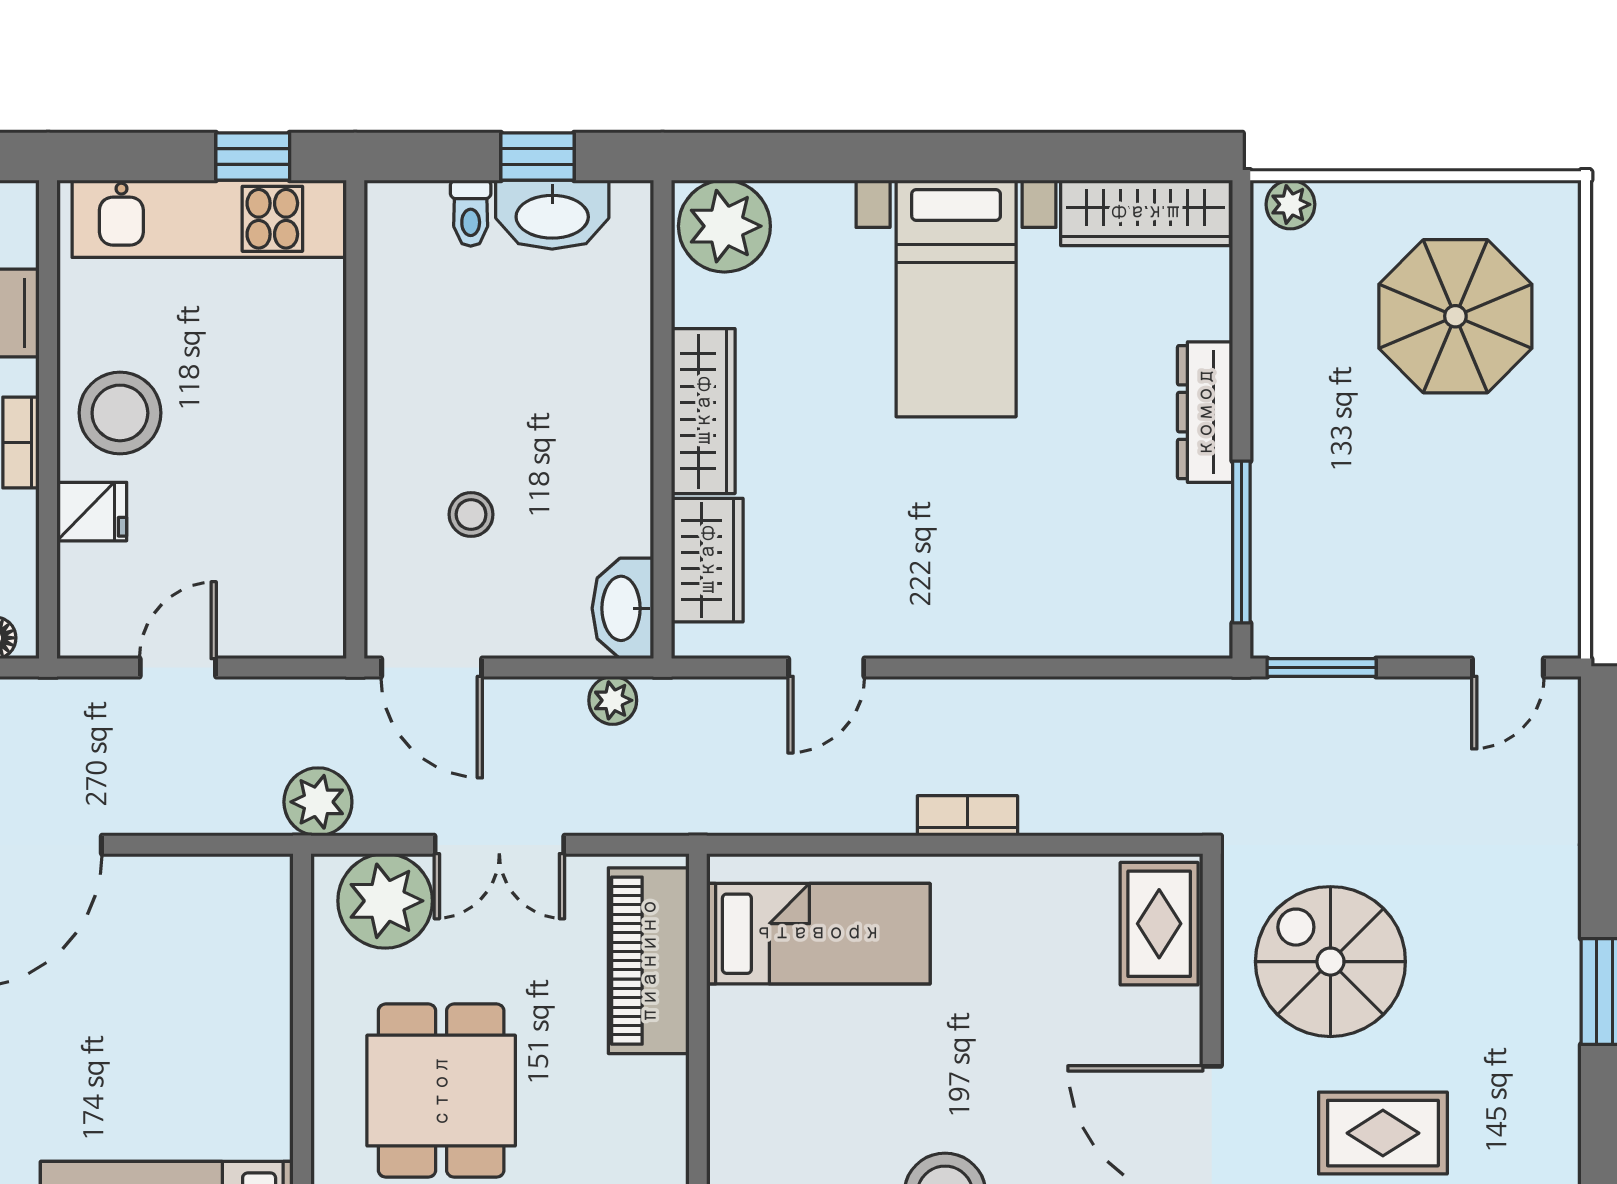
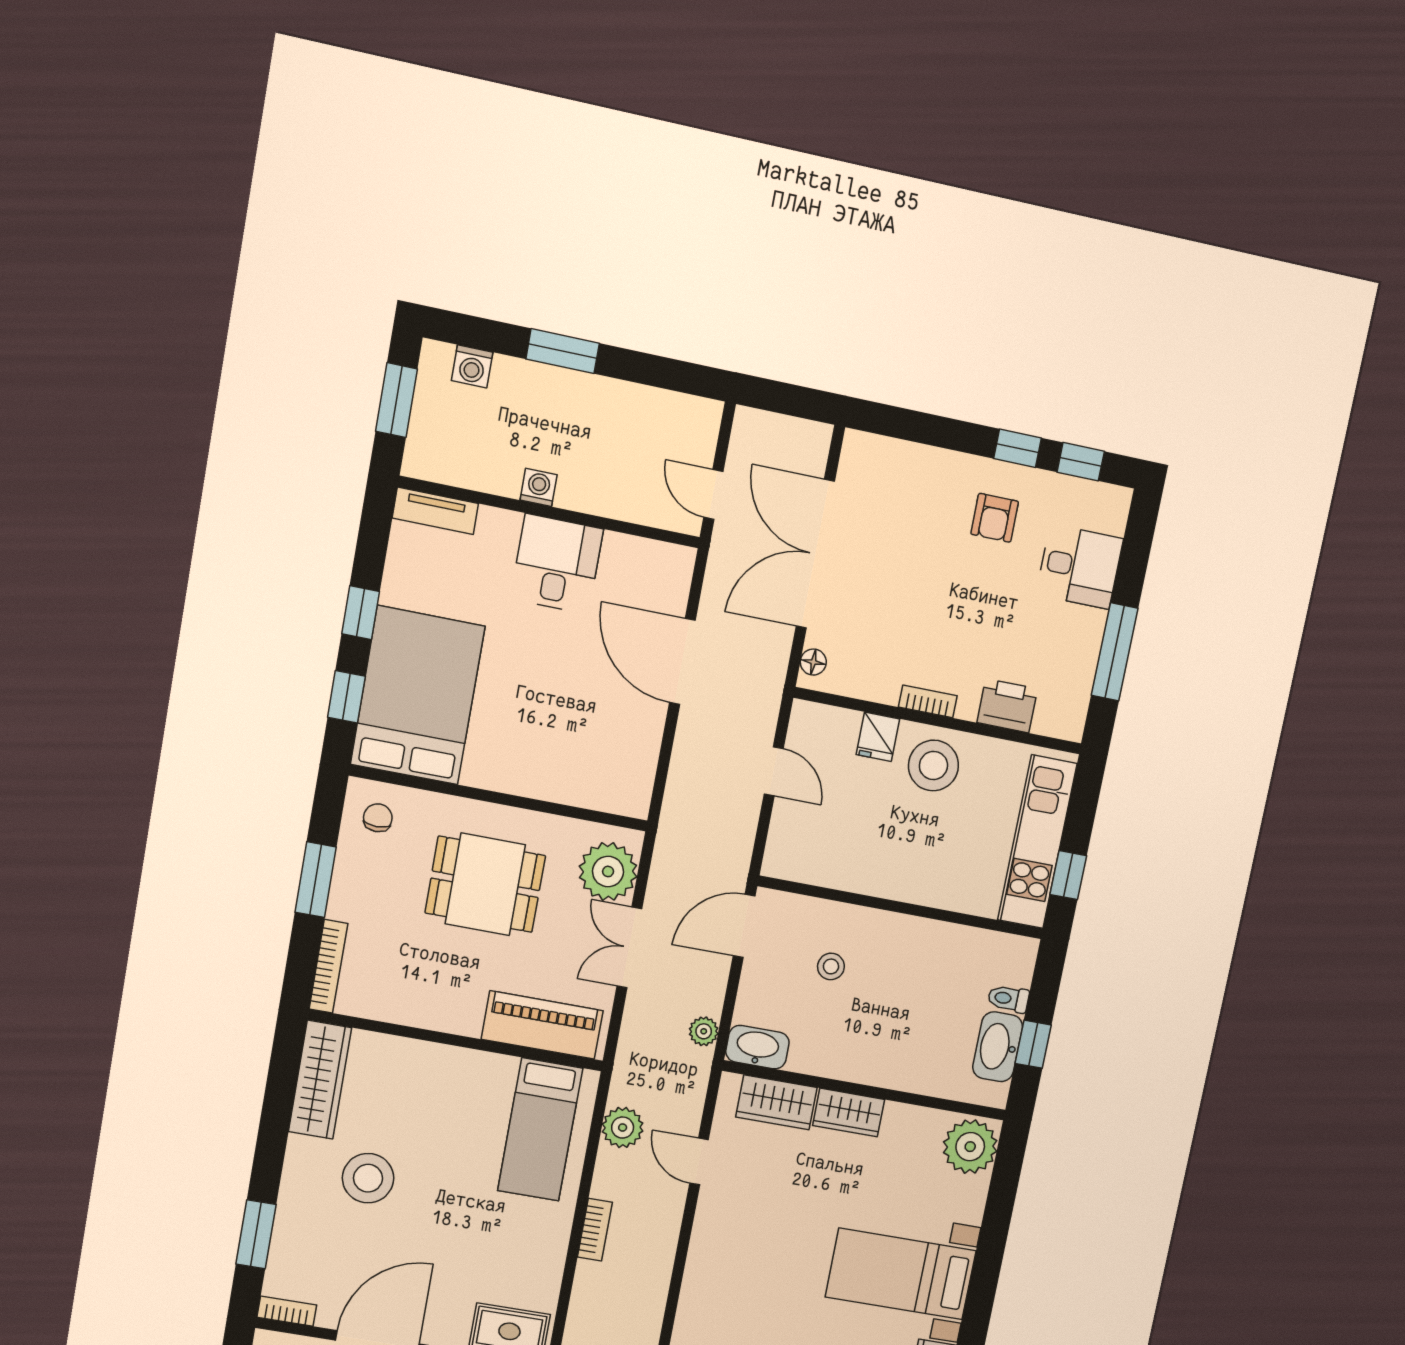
wardrobe: (703, 411) -> (849, 1112), width x0.67
plant: (318, 802) -> (623, 1128), moved

